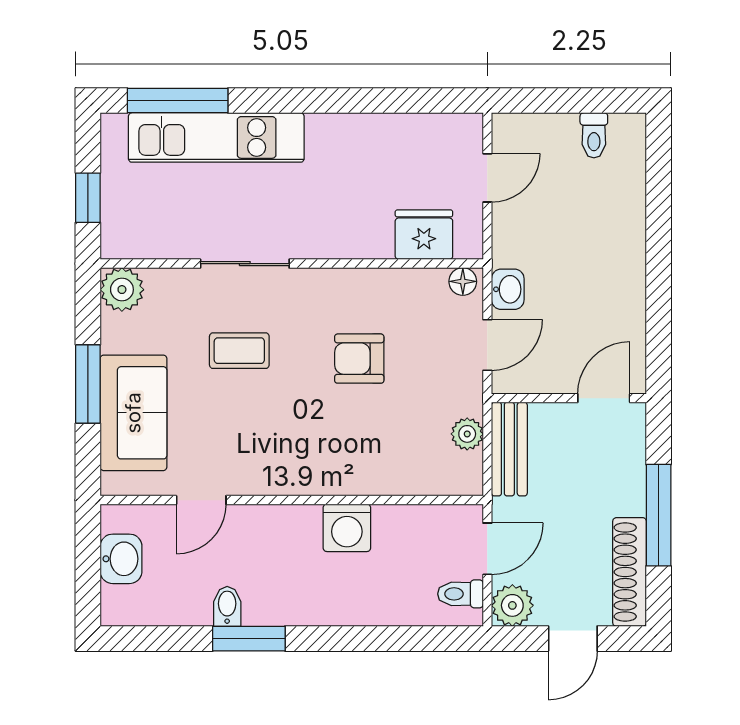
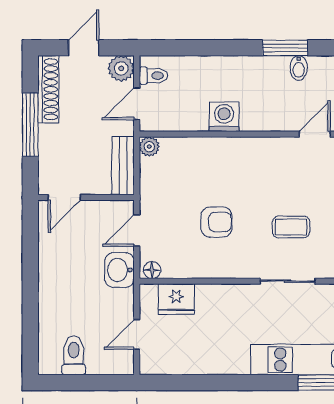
toilet: (594, 135) -> (74, 355), width x1.37, depth x1.39
washbasin: (508, 289) -> (120, 270), width x1.38, depth x1.45
plant: (467, 434) -> (149, 147), moved

